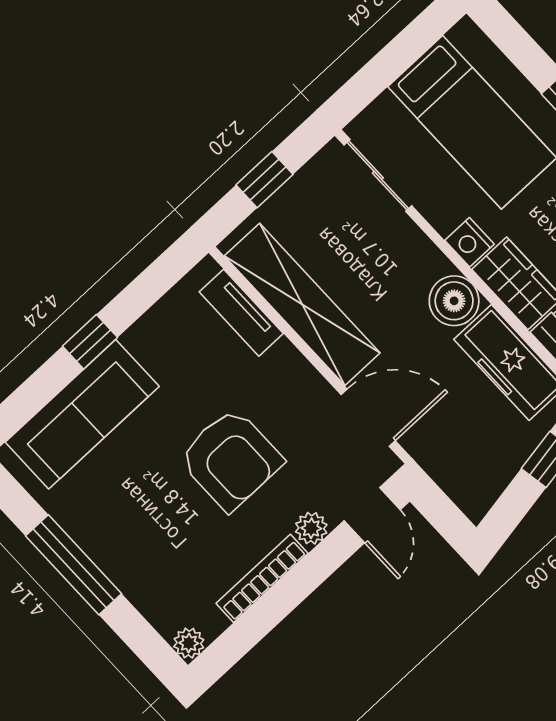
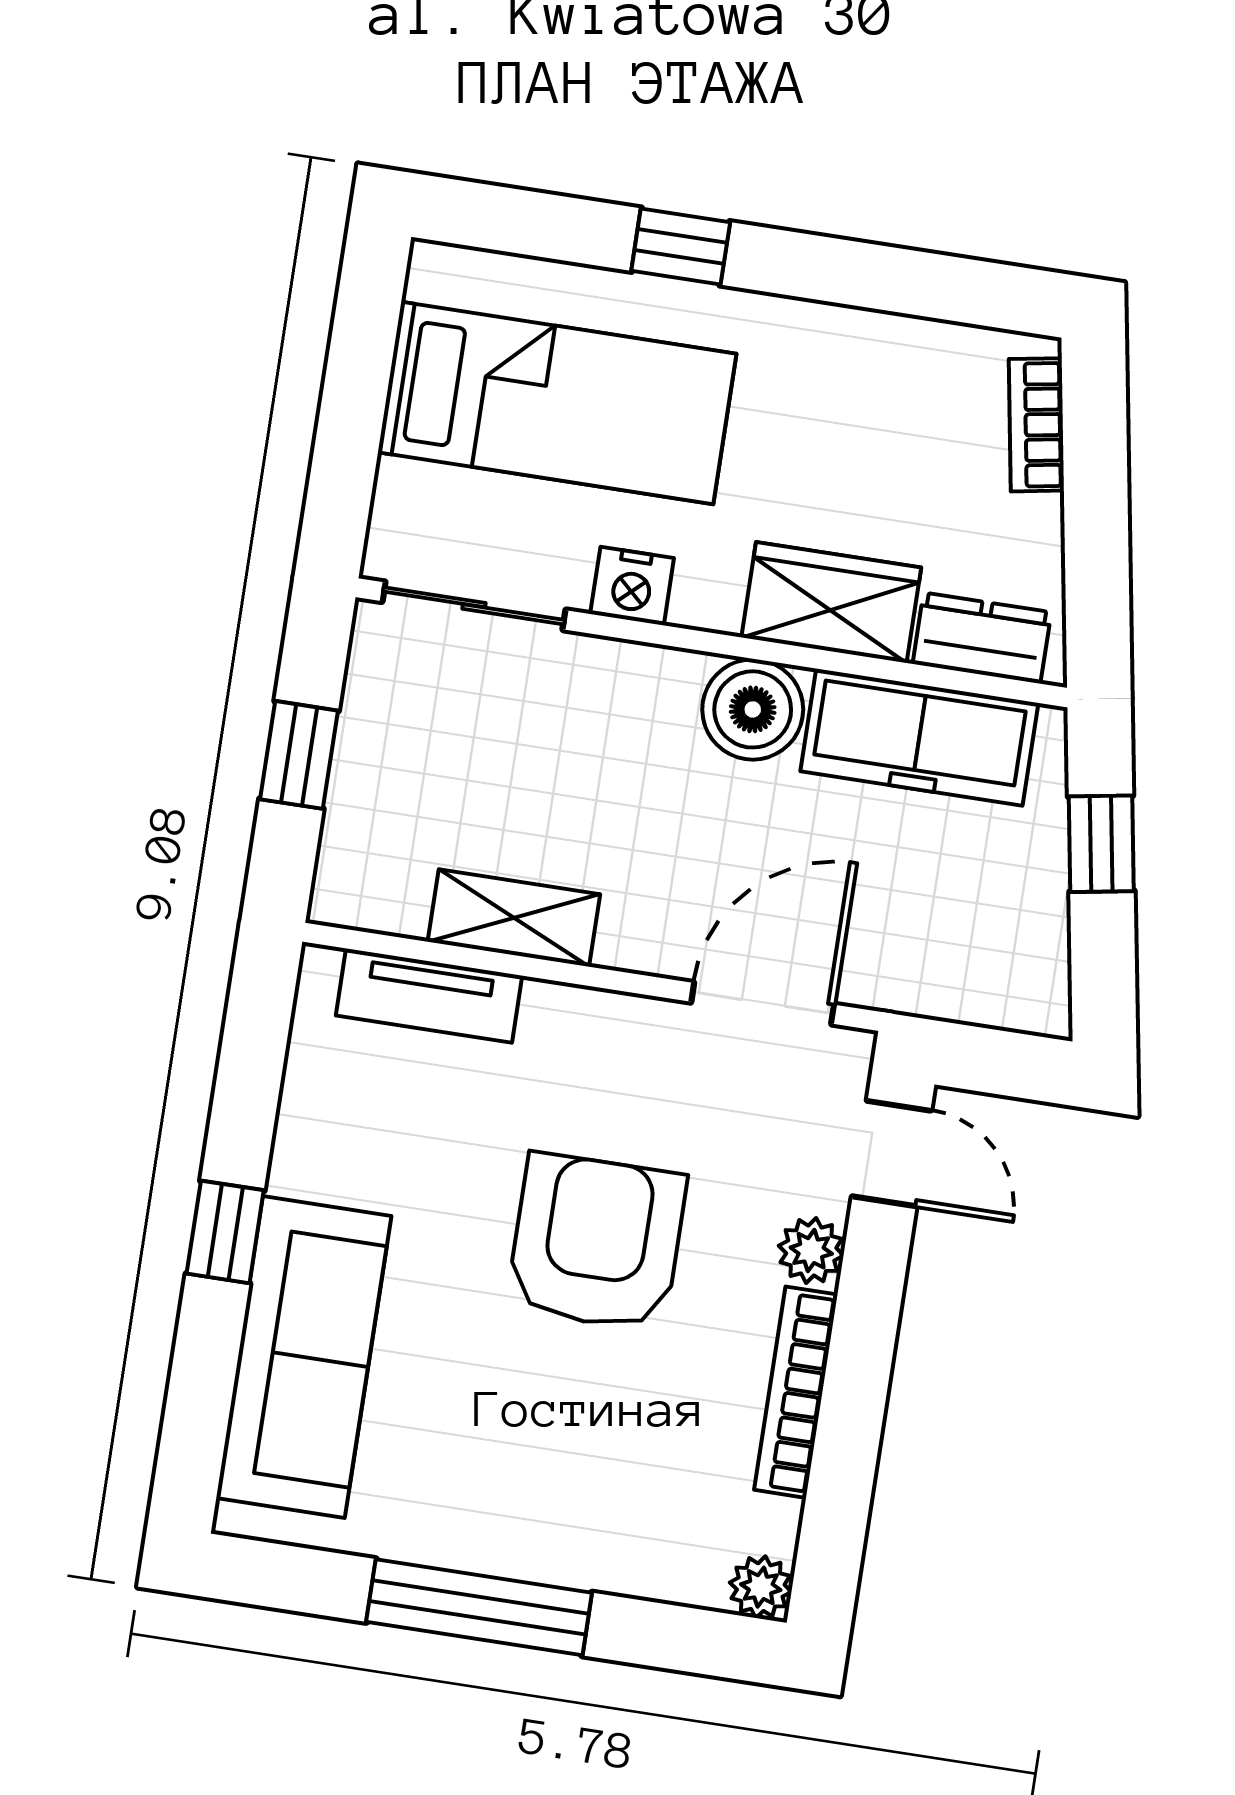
nightstand: (469, 242) -> (632, 586), moved
shelving: (302, 304) -> (514, 918), width x0.45, depth x0.75
armchair: (231, 459) -> (597, 1242), turned -90

